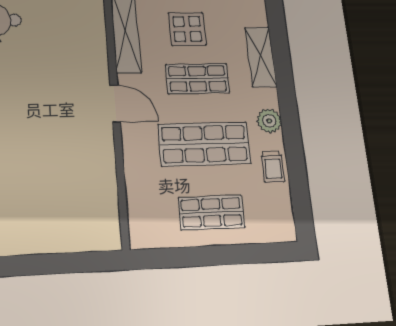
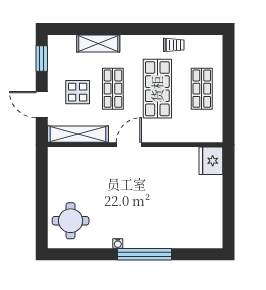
plant: (269, 121) -> (143, 43), removed
fridge: (99, 232) -> (211, 161), added

